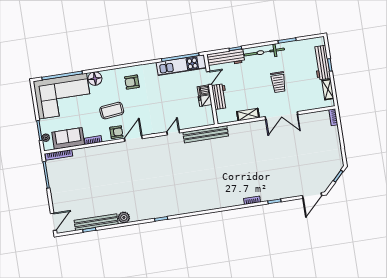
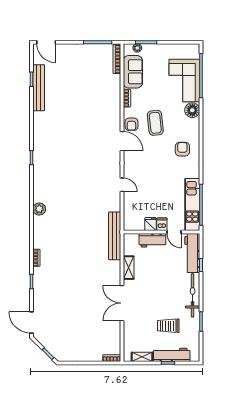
trolley: (278, 82) -> (168, 326), moved
corner sofa: (63, 96) -> (184, 81), width x0.73, depth x0.74
bench: (206, 134) -> (115, 236), moved
plant: (124, 217) -> (39, 209), moved

